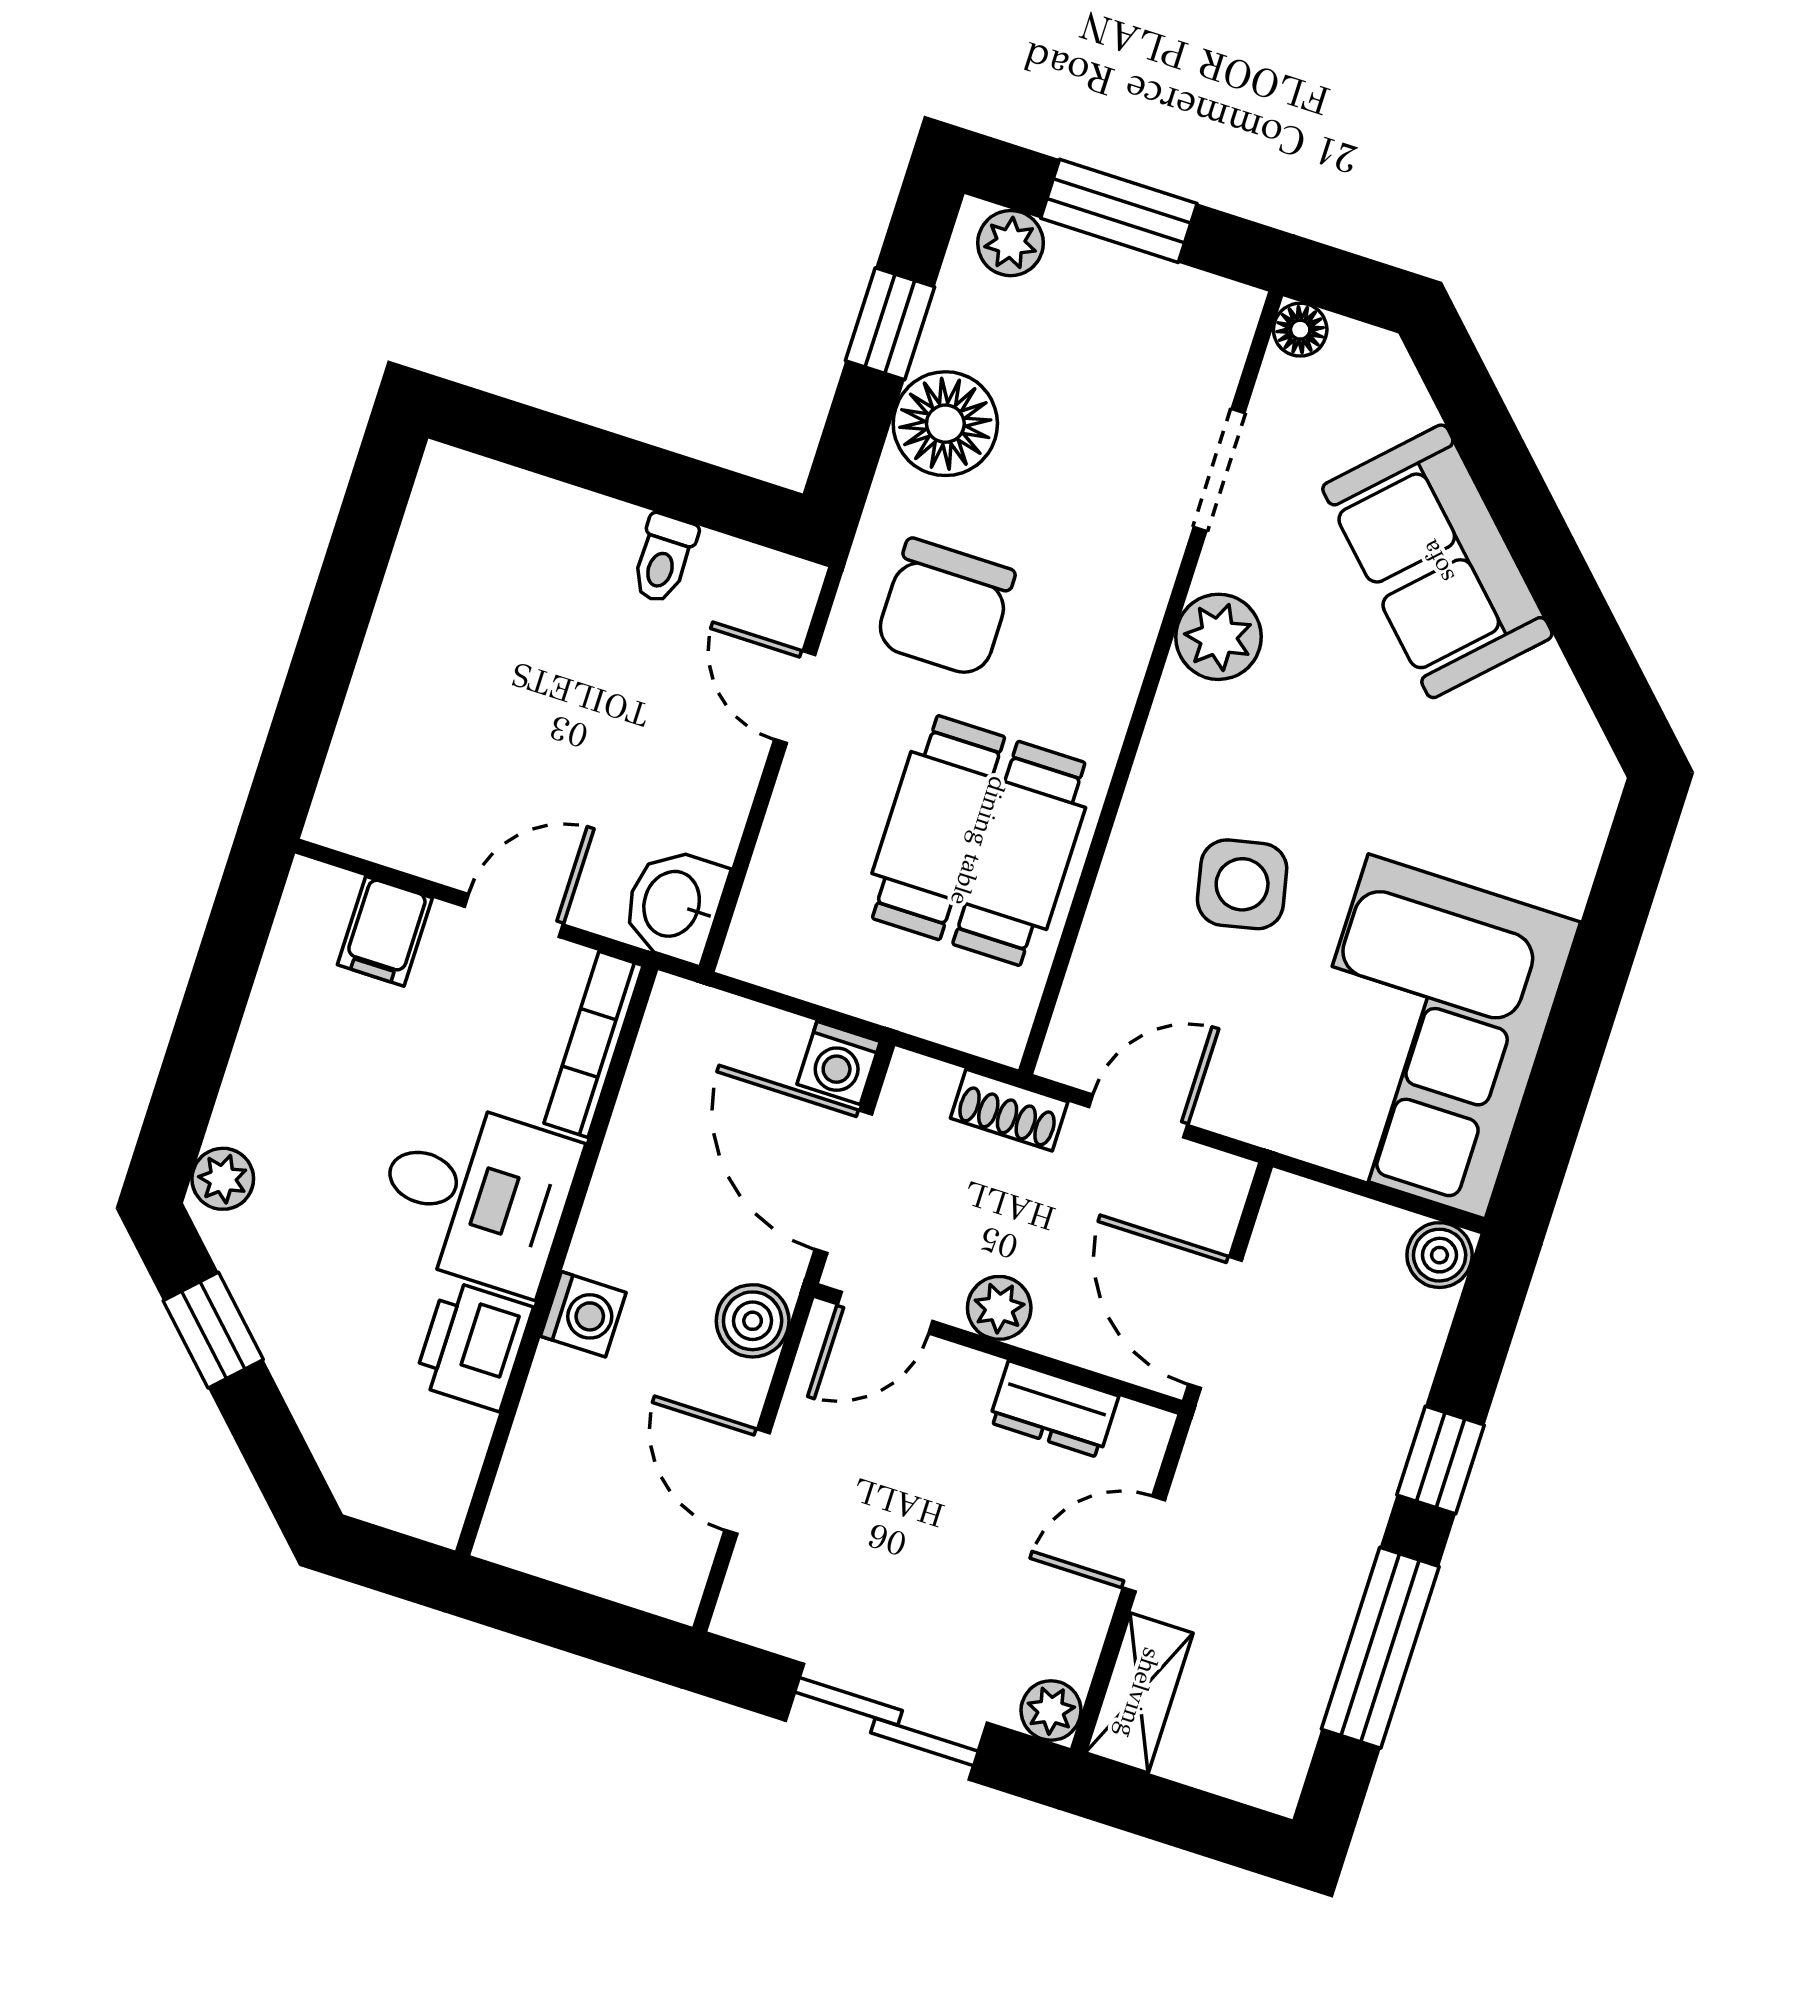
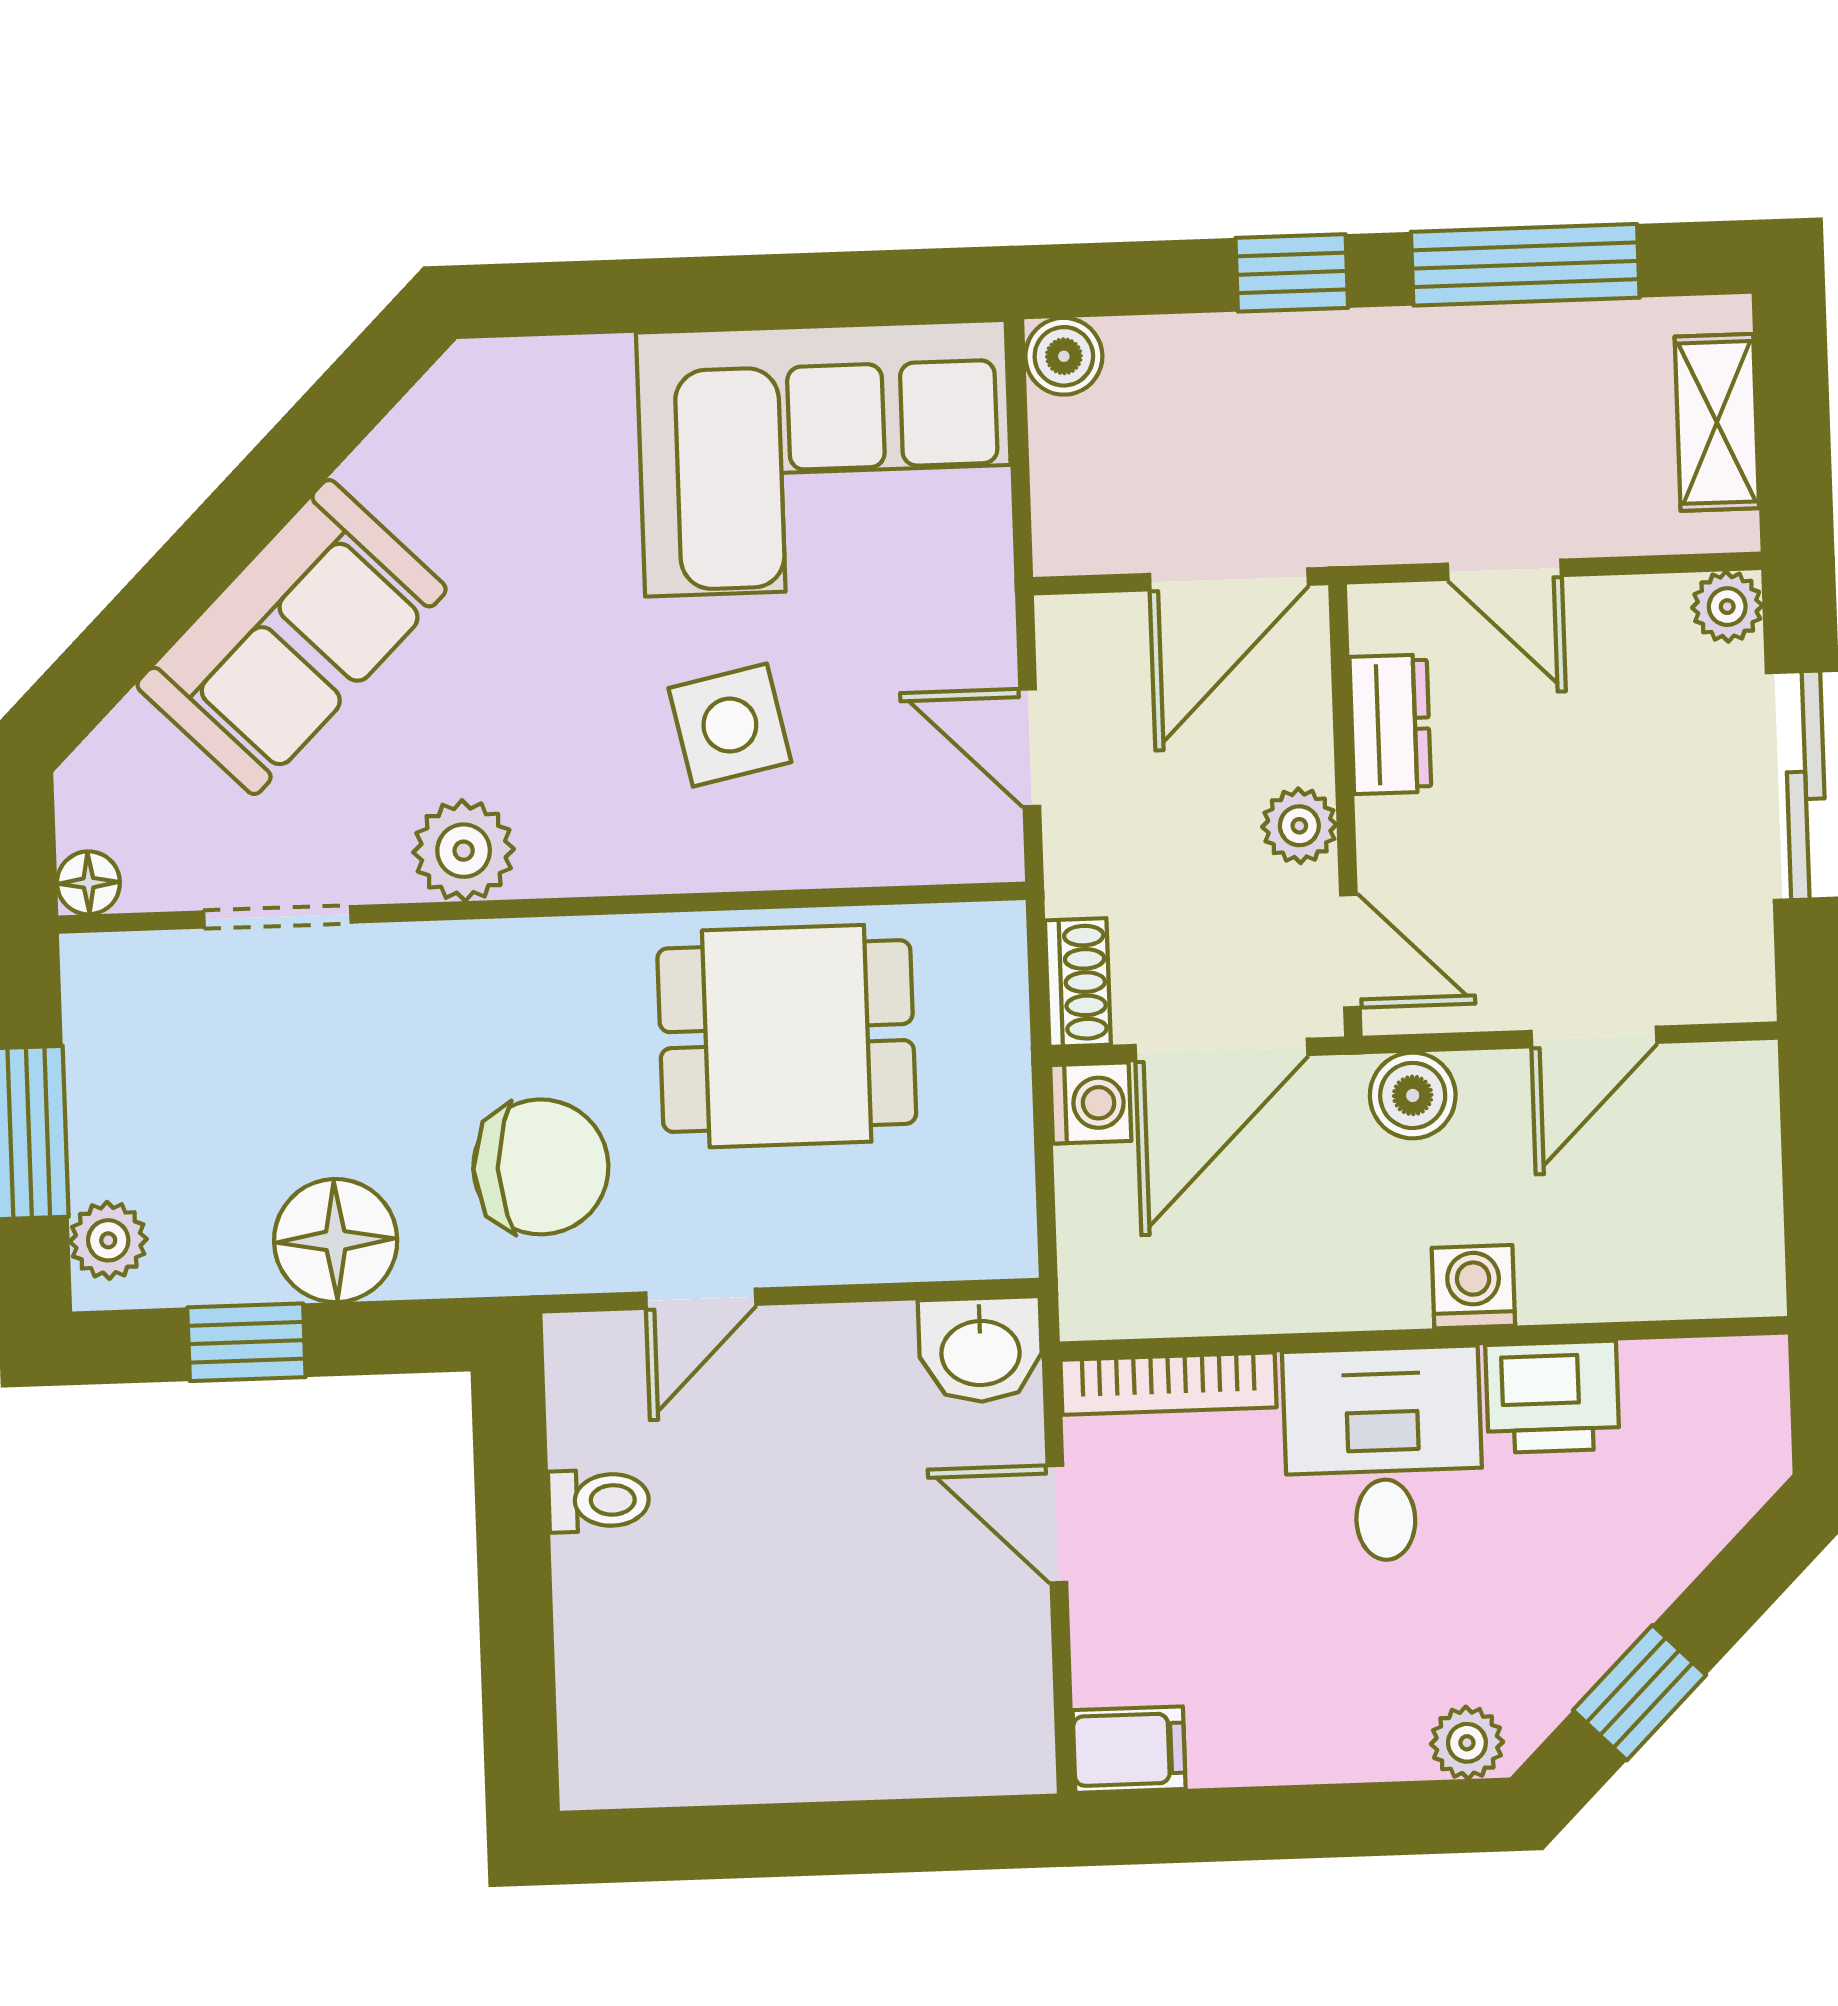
filing cabinet: (385, 931) -> (1129, 1750), moved
shoe rack: (1009, 1110) -> (1078, 982), moved
shelving: (1139, 1693) -> (1717, 422), moved, turned 90

